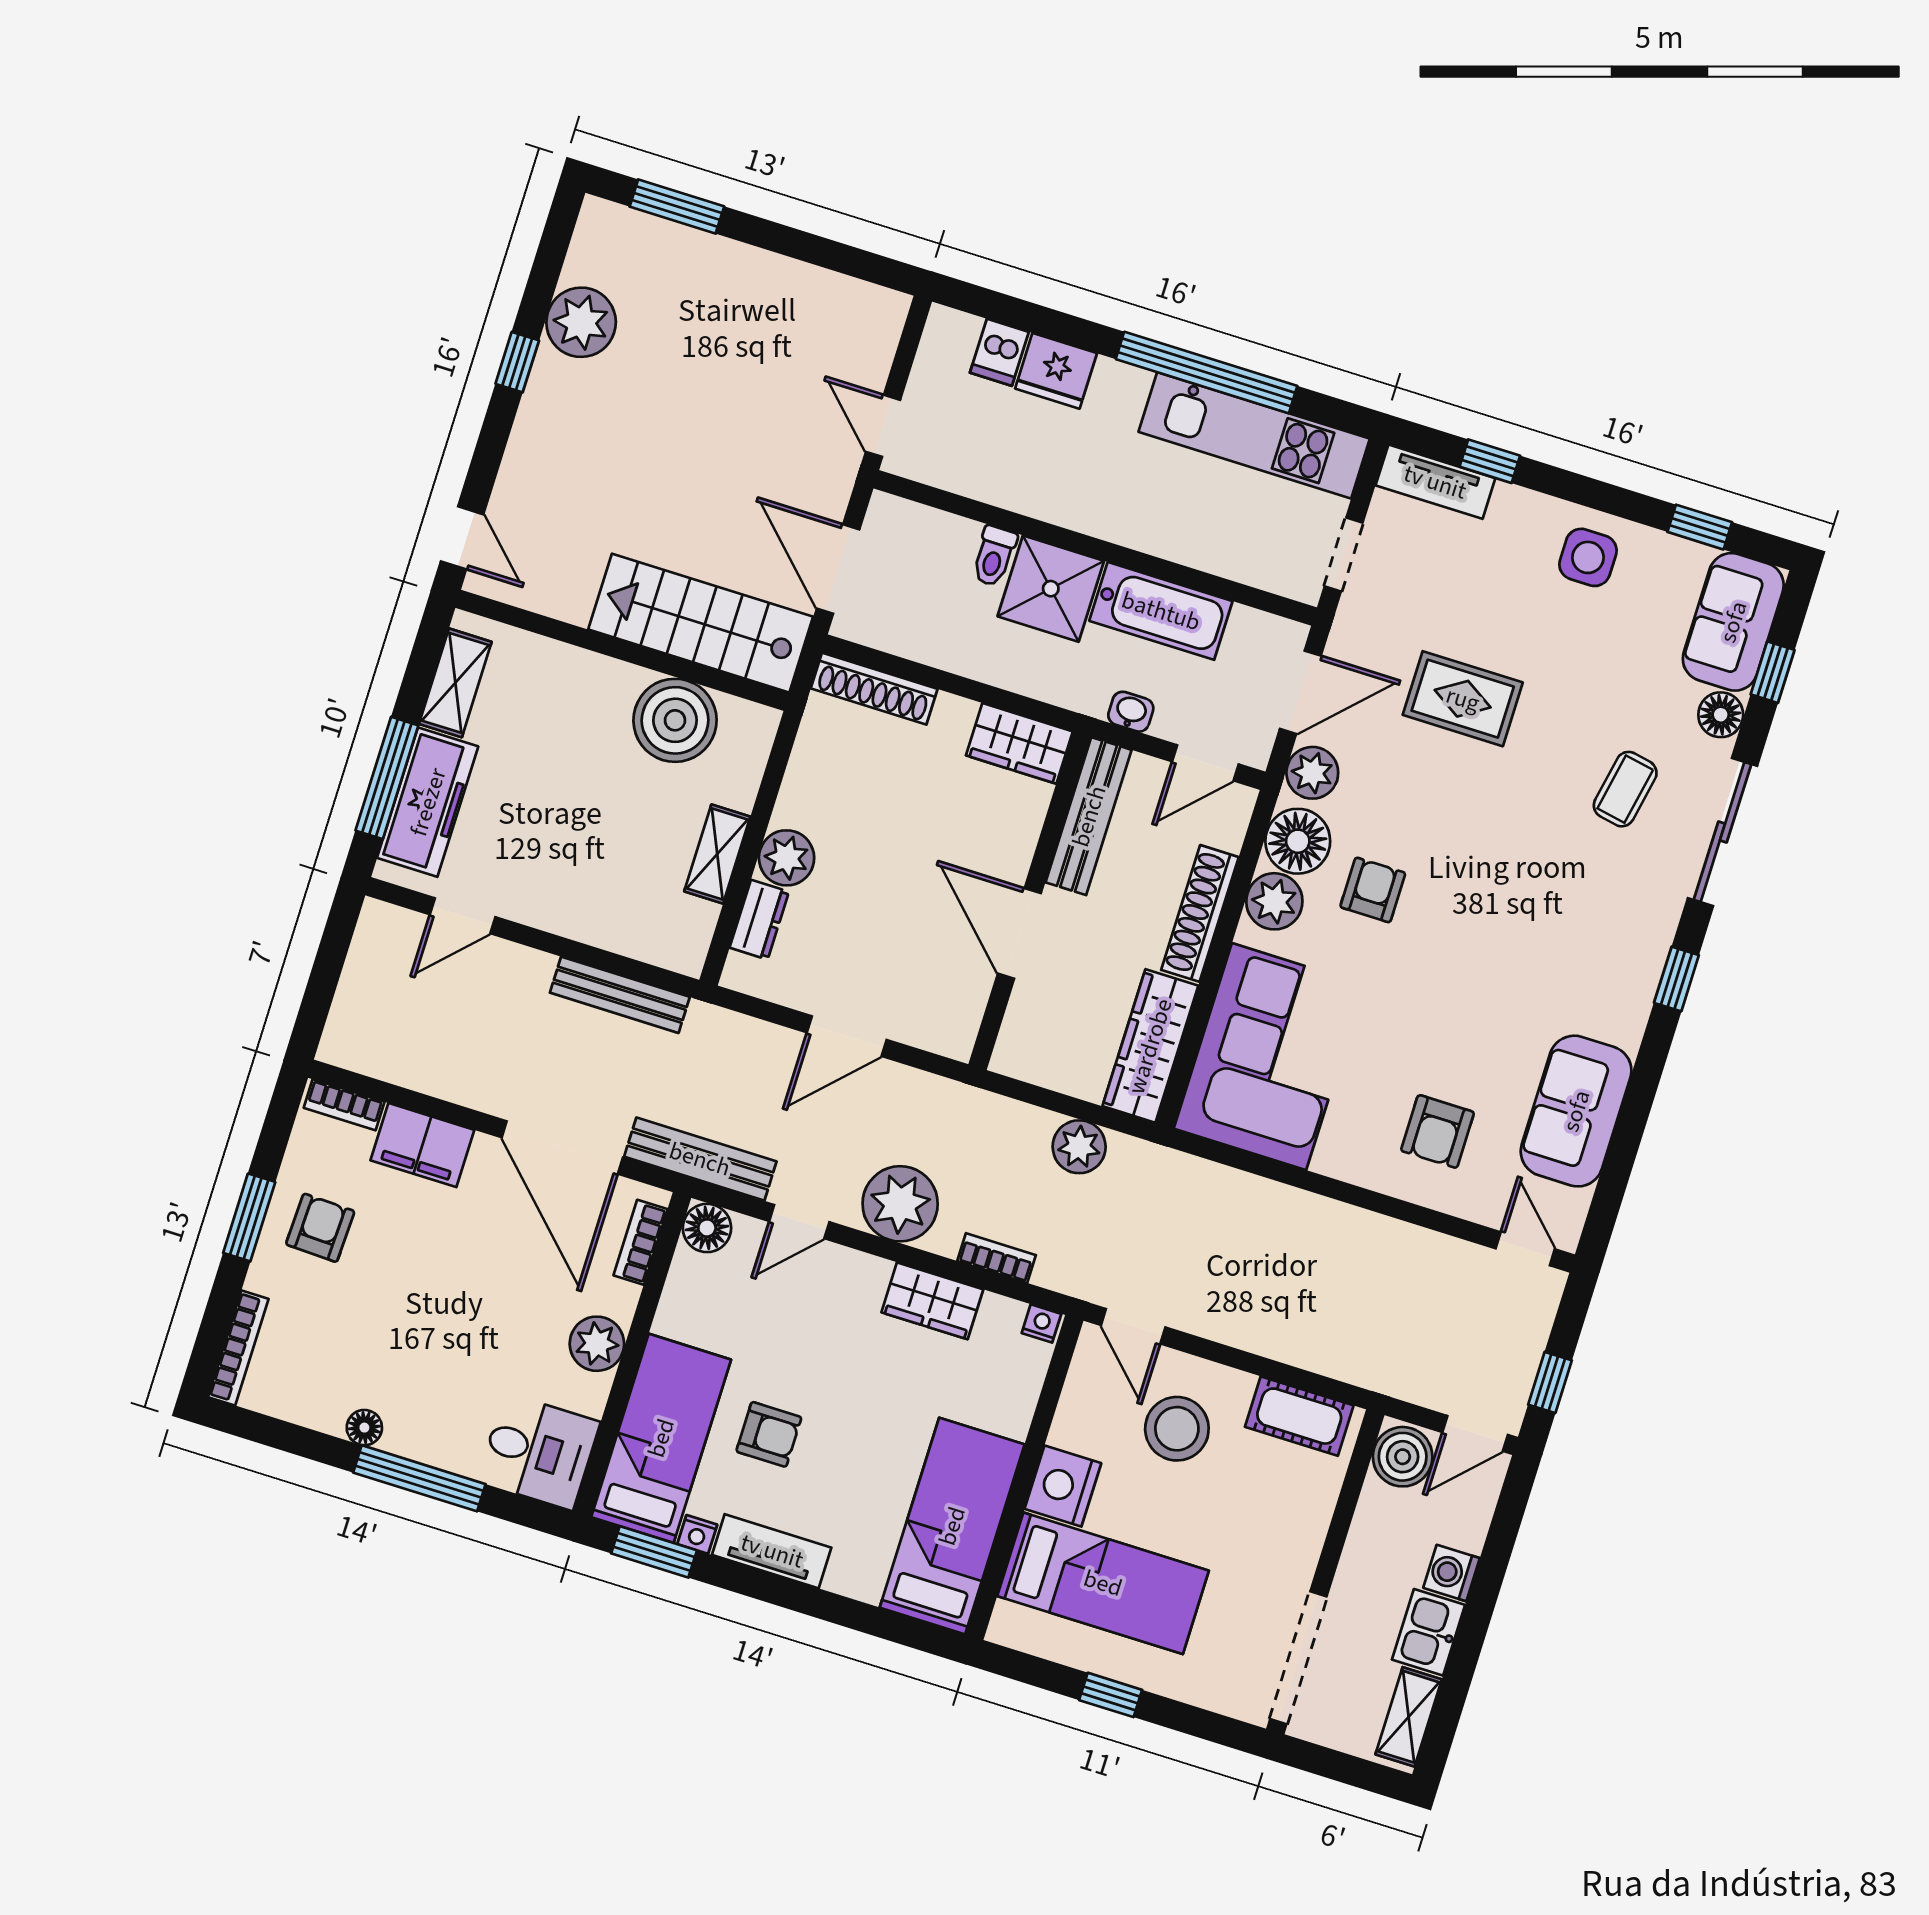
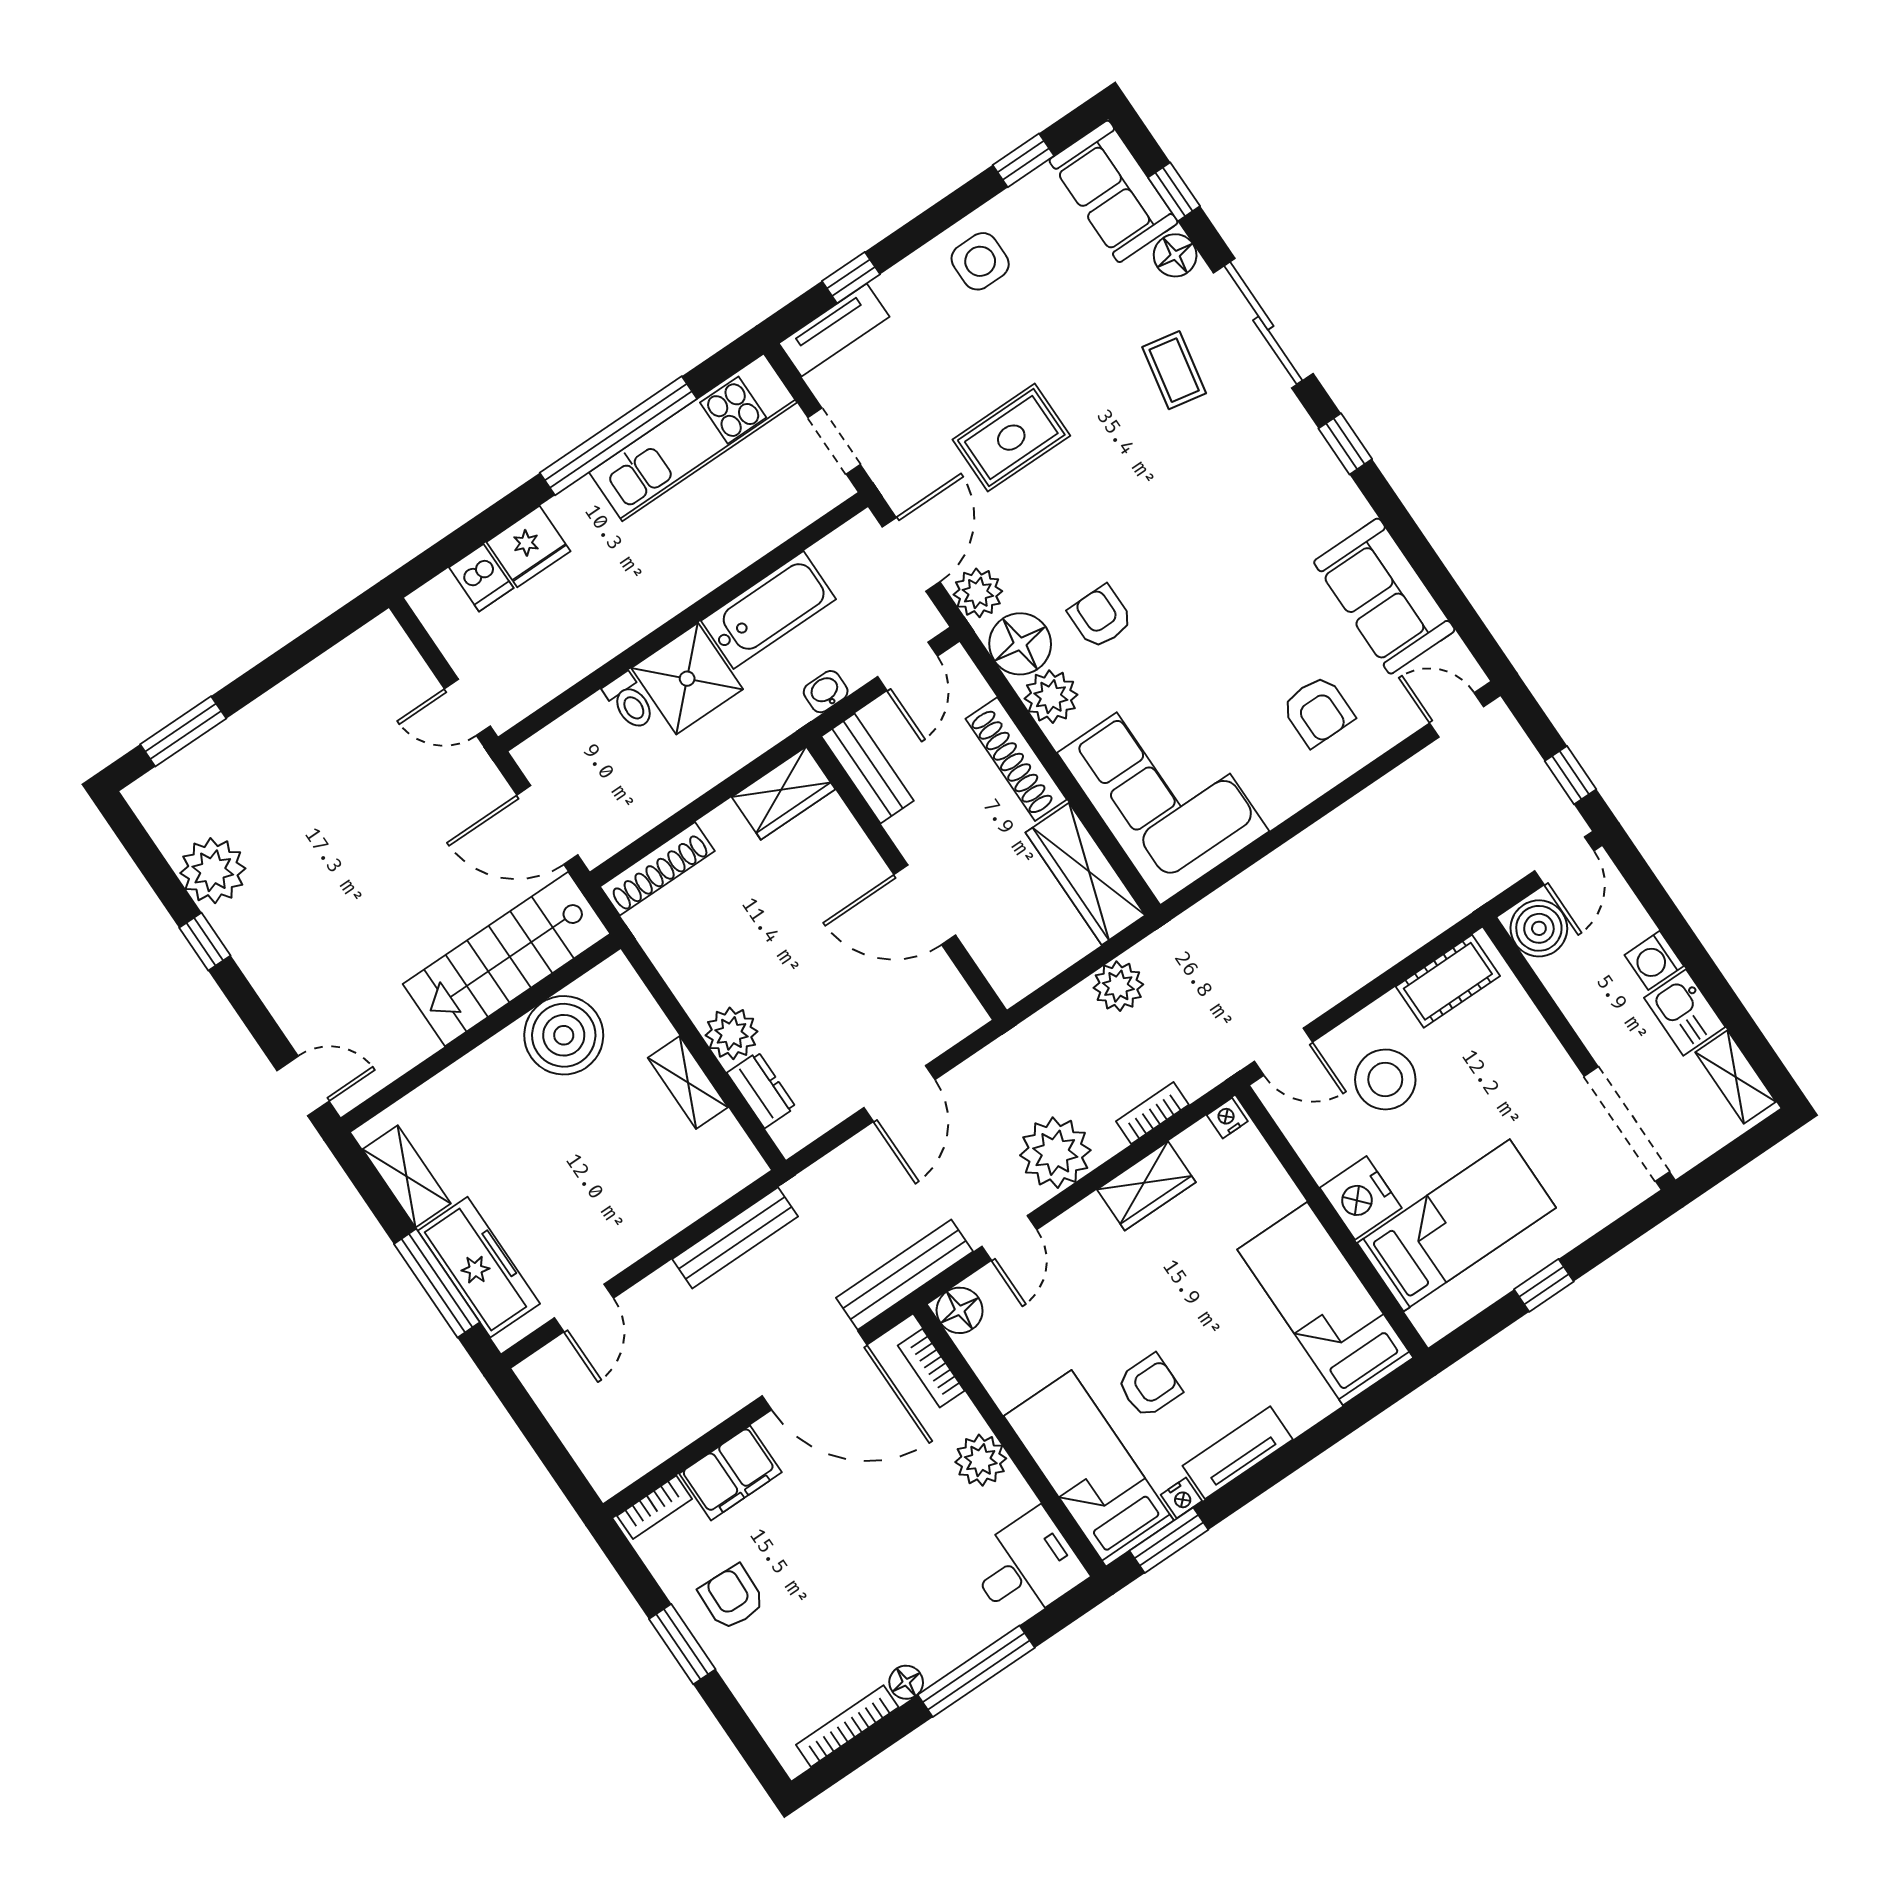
bench: (1089, 816) -> (867, 769), width x0.73
bookcase: (238, 1348) -> (847, 1726), moved, turned -90

